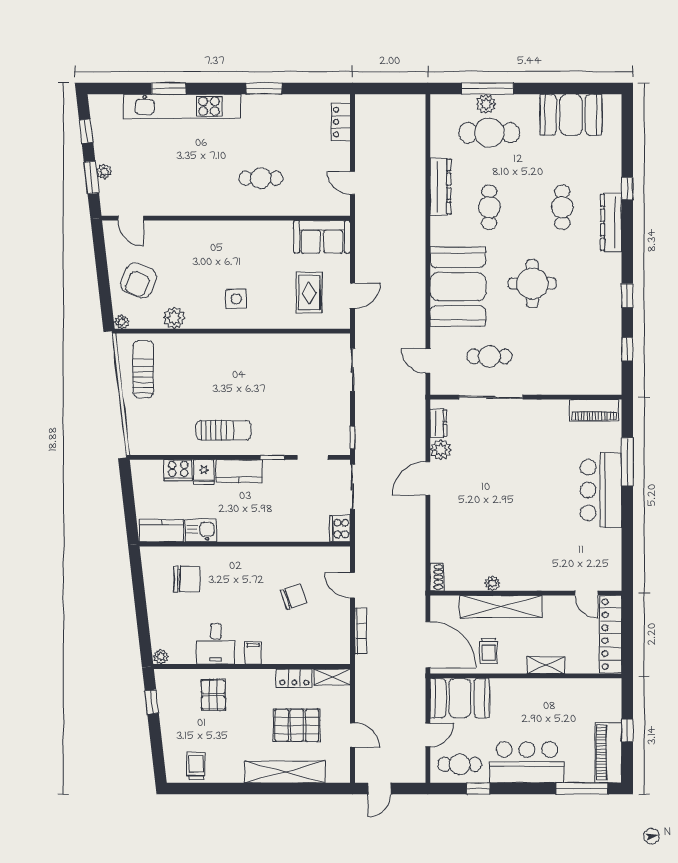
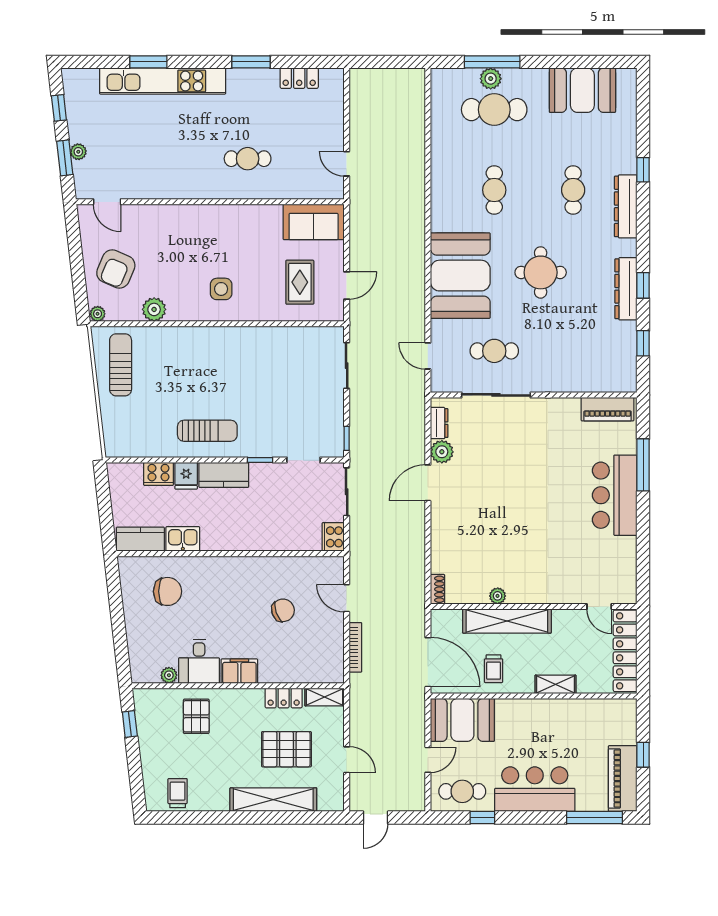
locker: (341, 122) -> (299, 78), moved, turned -90
dresser: (440, 187) -> (626, 289), moved, turned 180
filing cabinet: (253, 653) -> (239, 671), width x2.00
plant: (161, 657) -> (169, 675), moved

